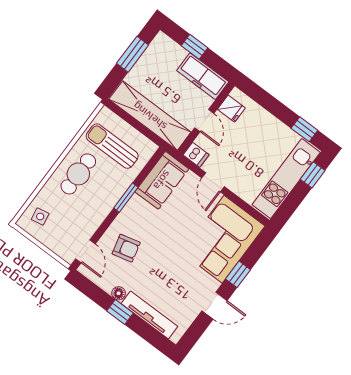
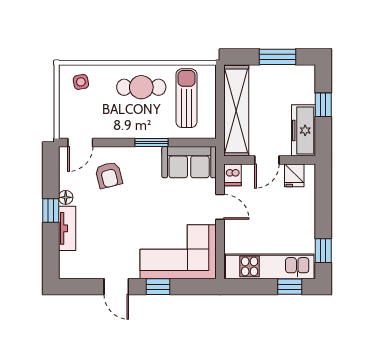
door: (213, 182) -> (220, 207), swing flipped
tv unit: (150, 315) -> (67, 228), width x0.71

